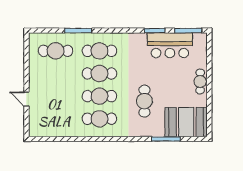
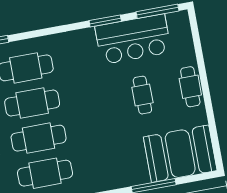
cafe table: (144, 101) -> (142, 95), moved, width x0.73, depth x0.74

